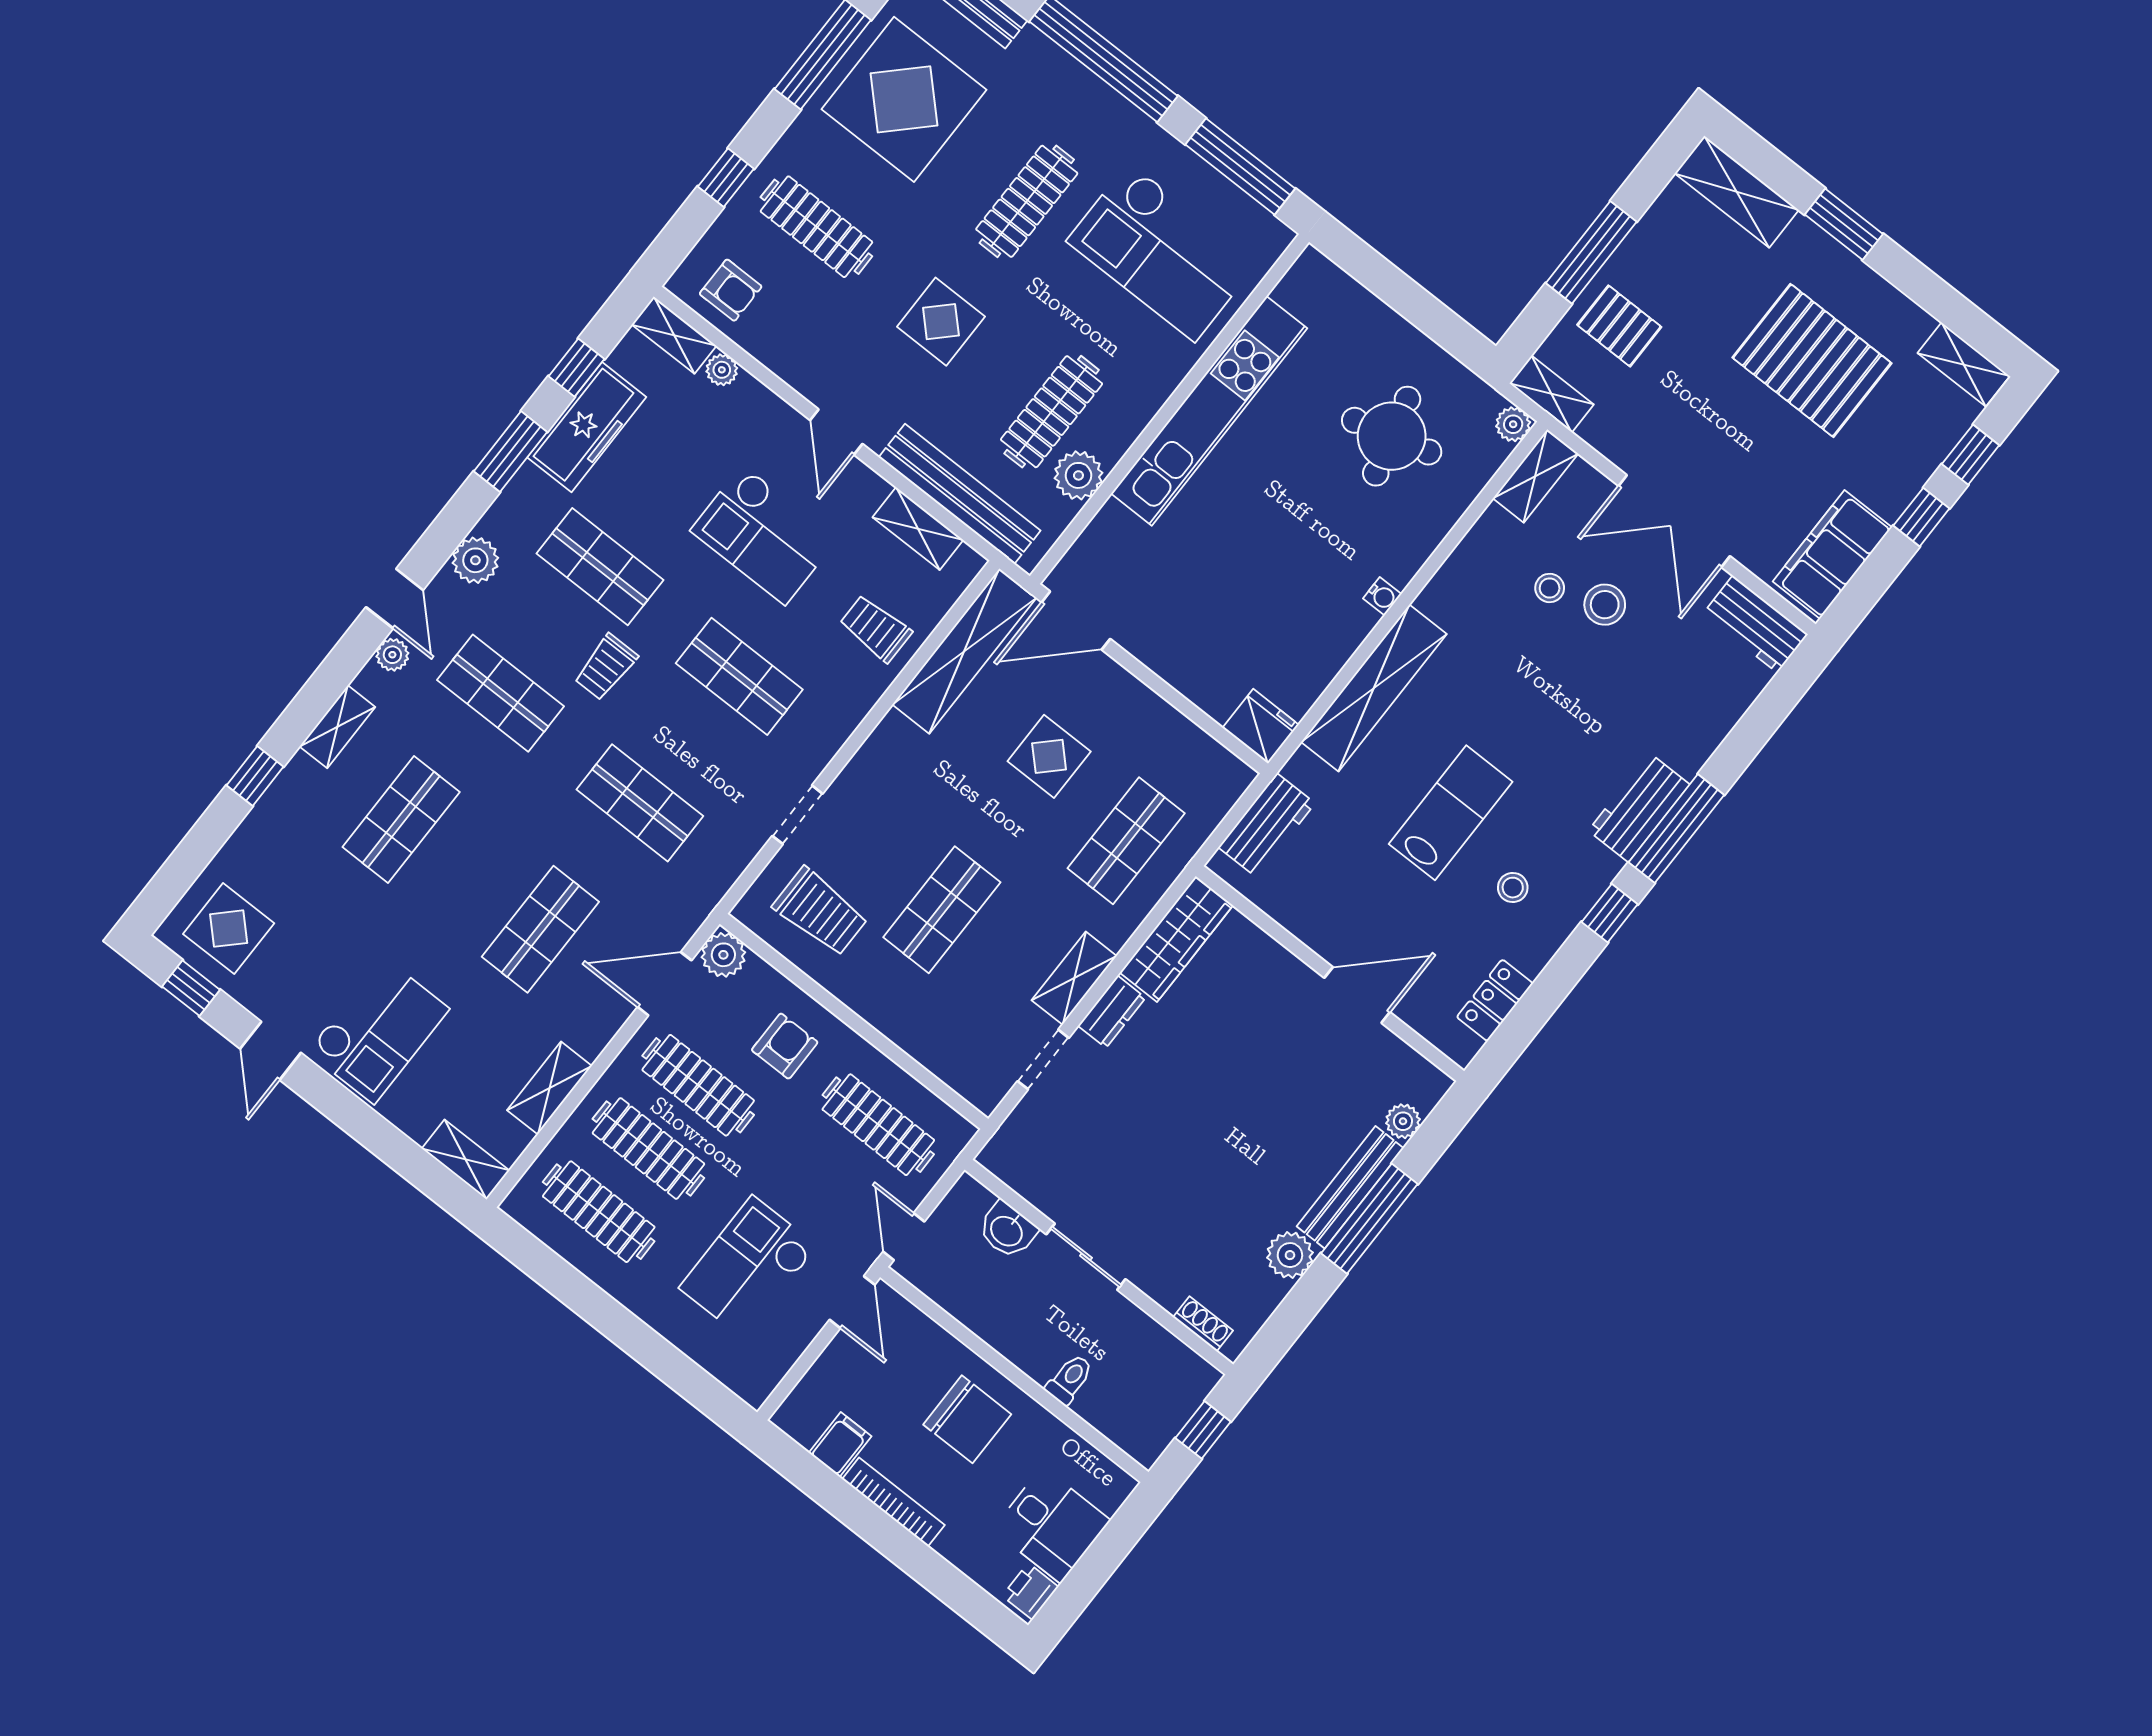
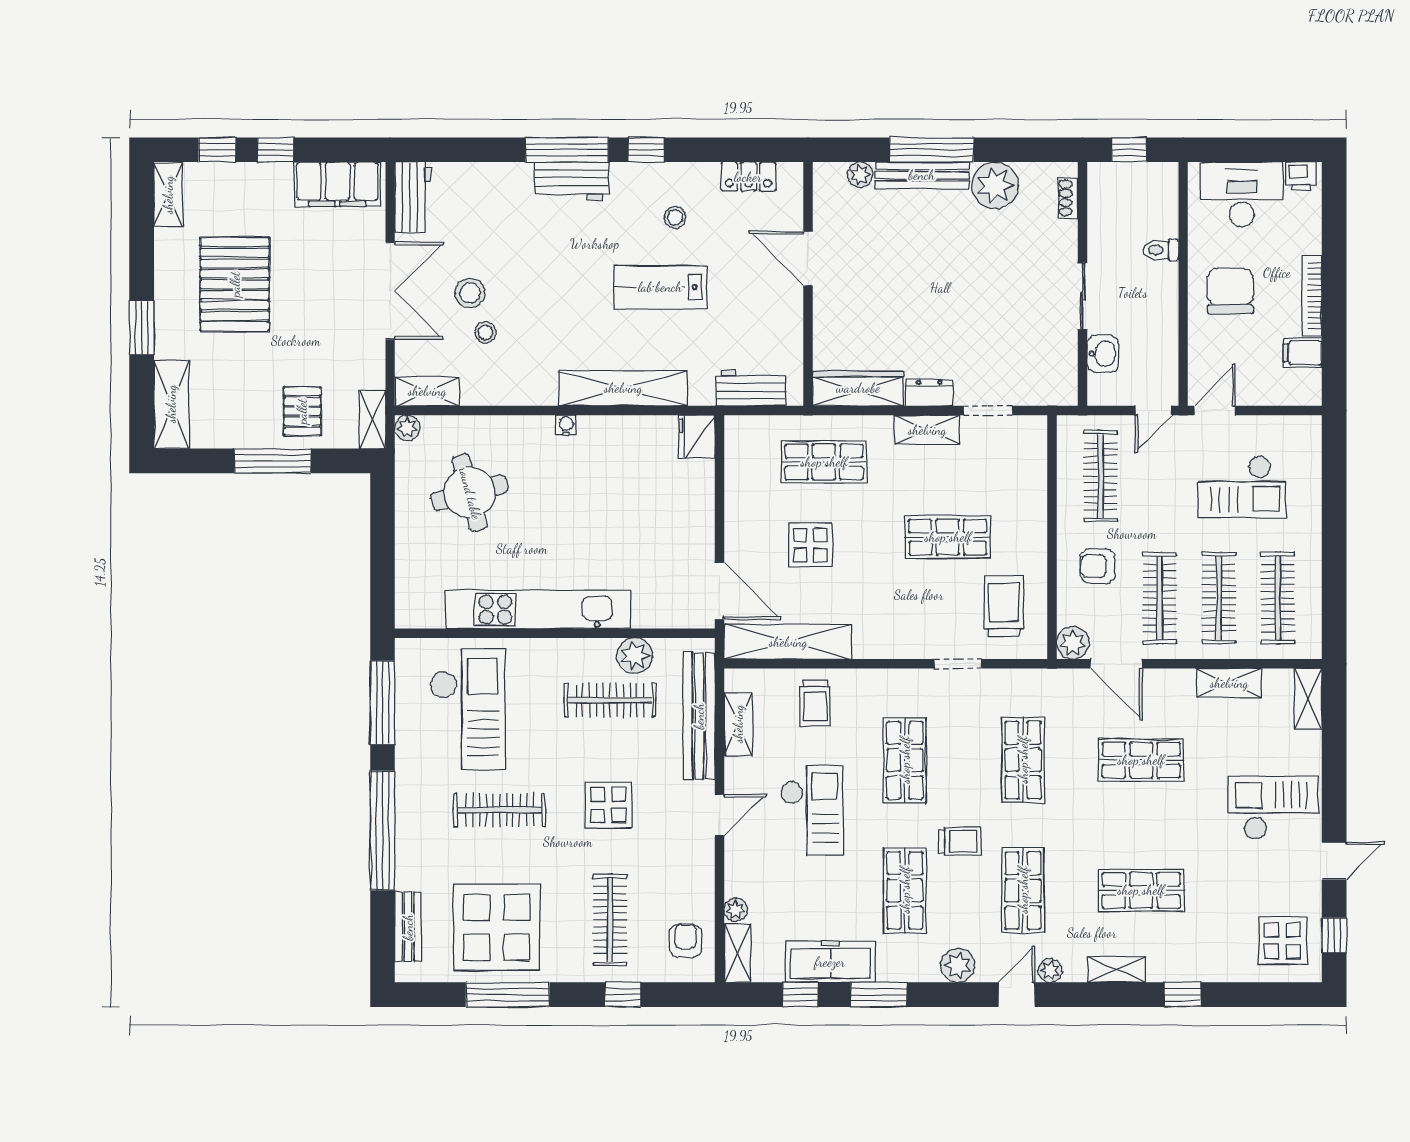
plant: (1290, 1255) -> (995, 185), width x1.36, depth x1.36
desk: (1051, 1525) -> (1242, 194), width x1.37

